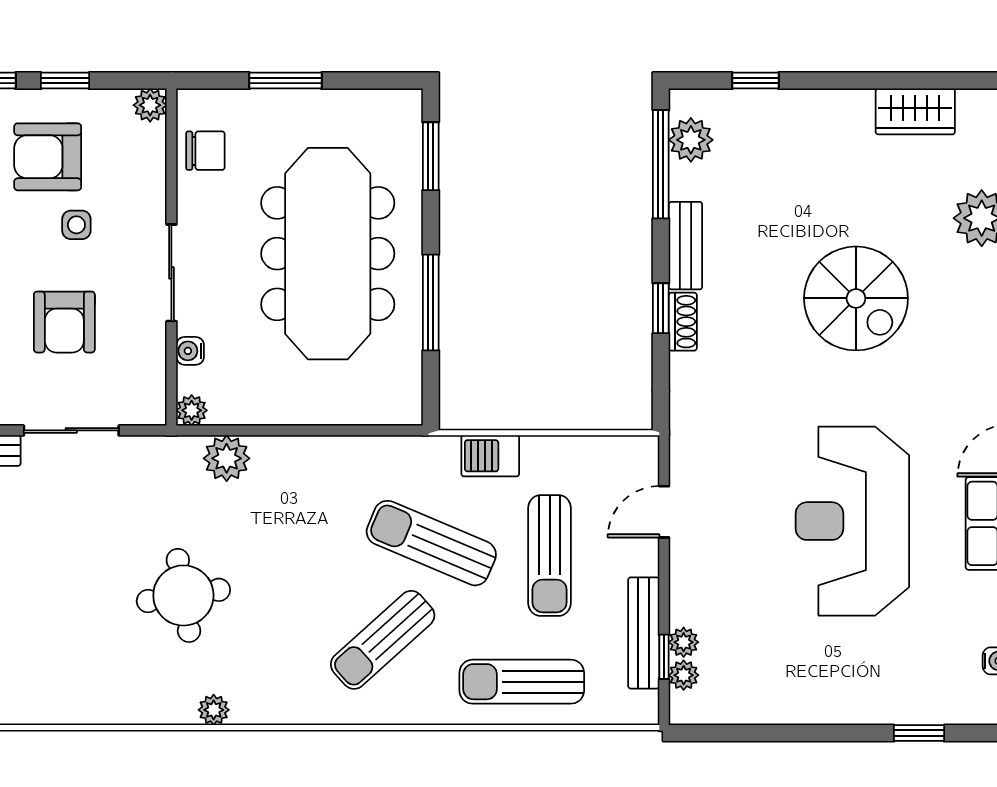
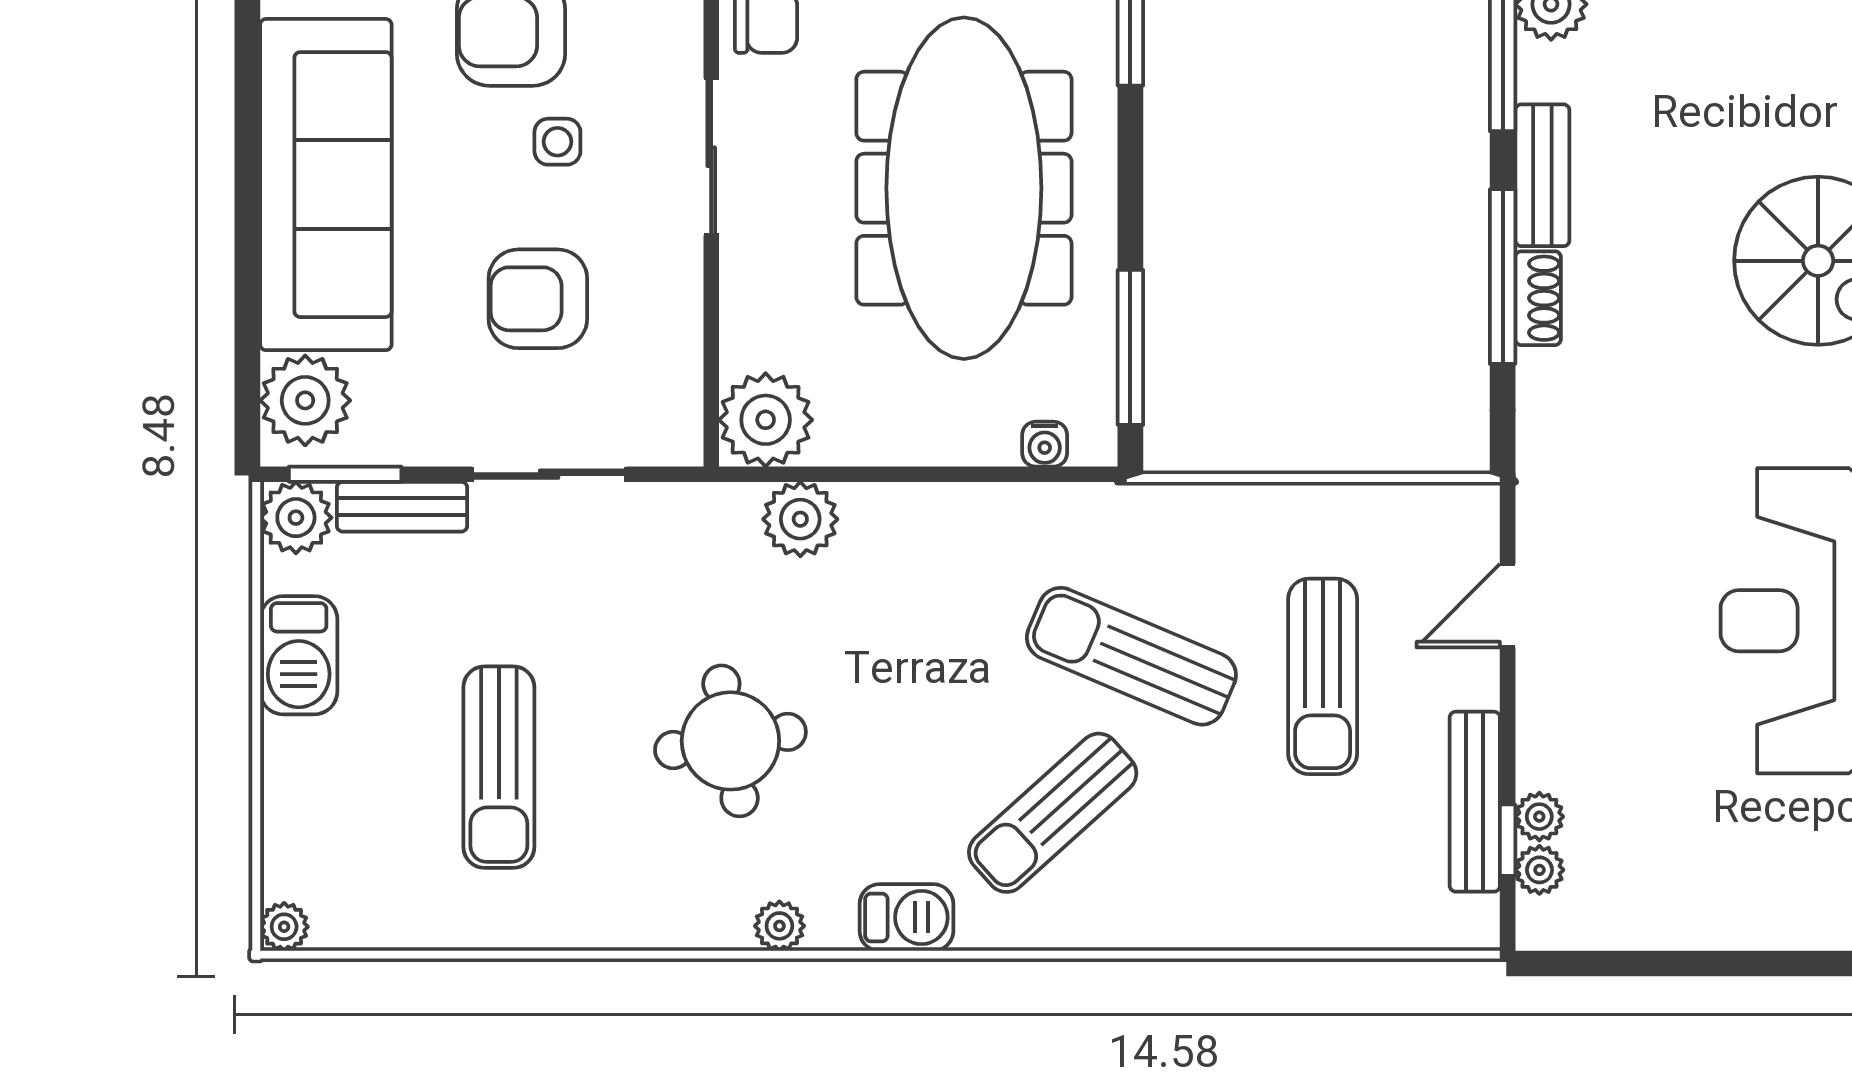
sliding door: (171, 273) -> (711, 157), moved
window: (431, 303) -> (1130, 347), moved
window: (661, 308) -> (1503, 277), width x2.17
armchair: (64, 322) -> (538, 299), turned 90
water cooler: (190, 351) -> (1045, 444), moved, turned -90
plant: (192, 410) -> (766, 420), width x1.88, depth x1.88
barbecue: (490, 456) -> (906, 917), moved, turned 180
sun lounger: (522, 682) -> (499, 767), moved, turned -90

